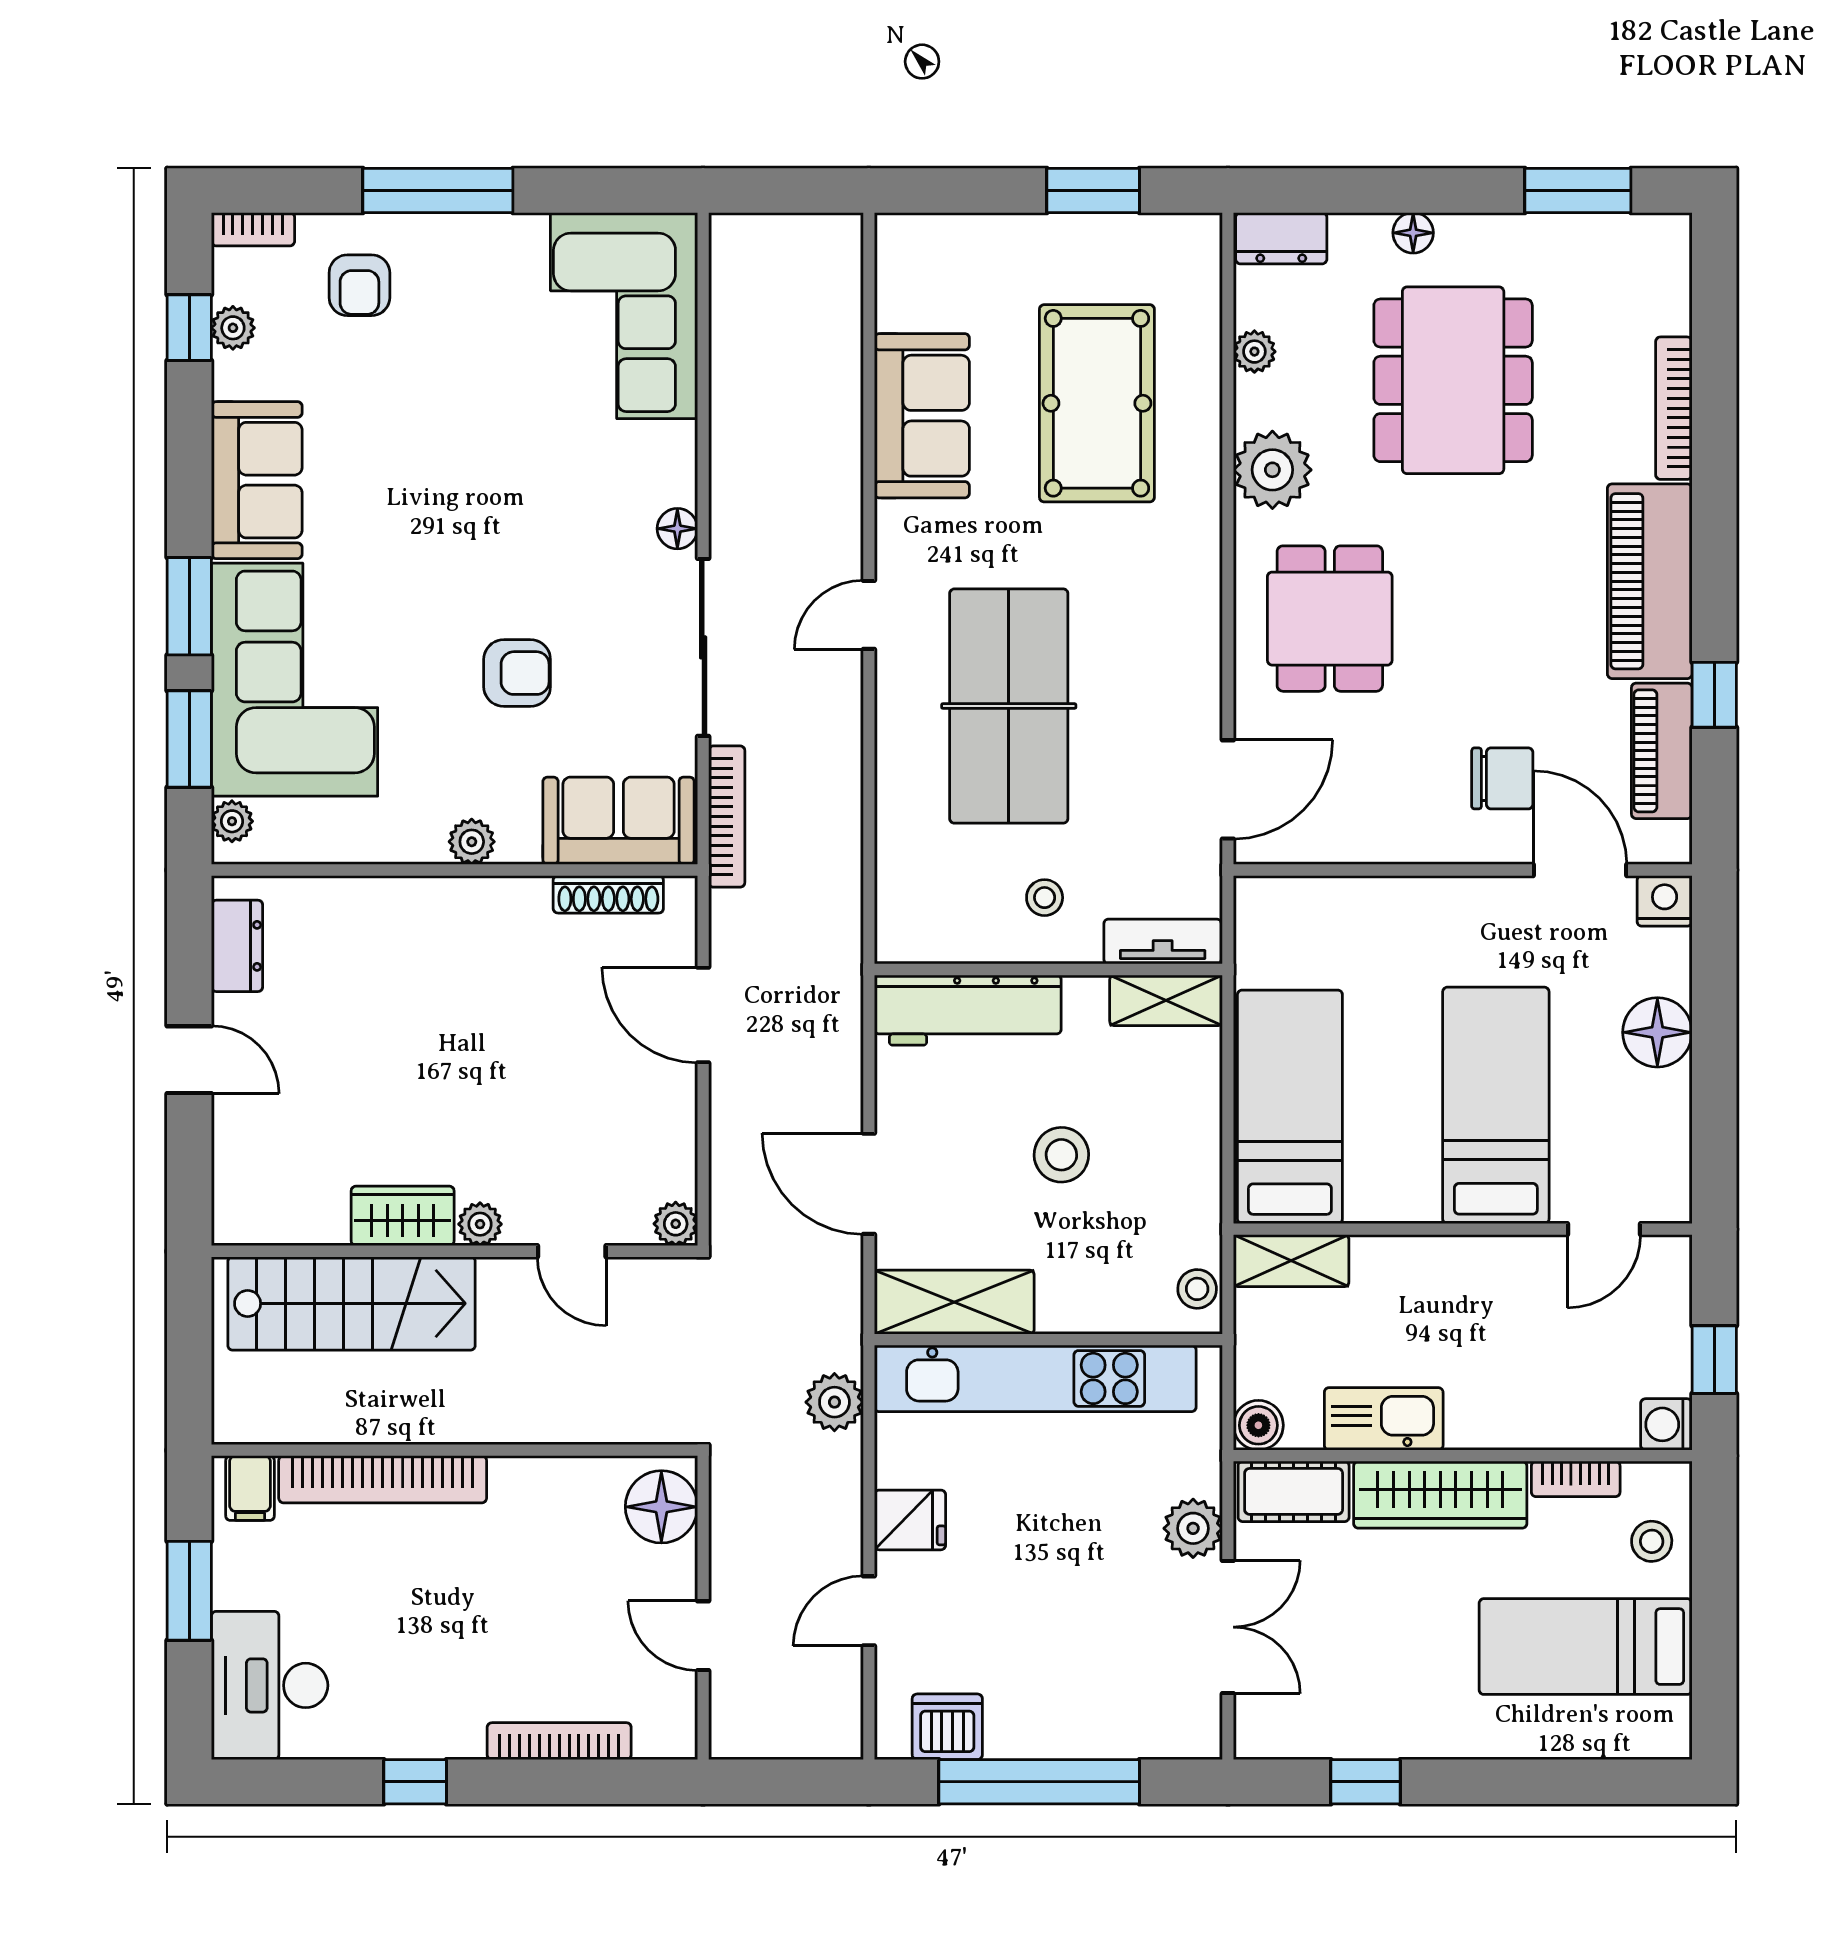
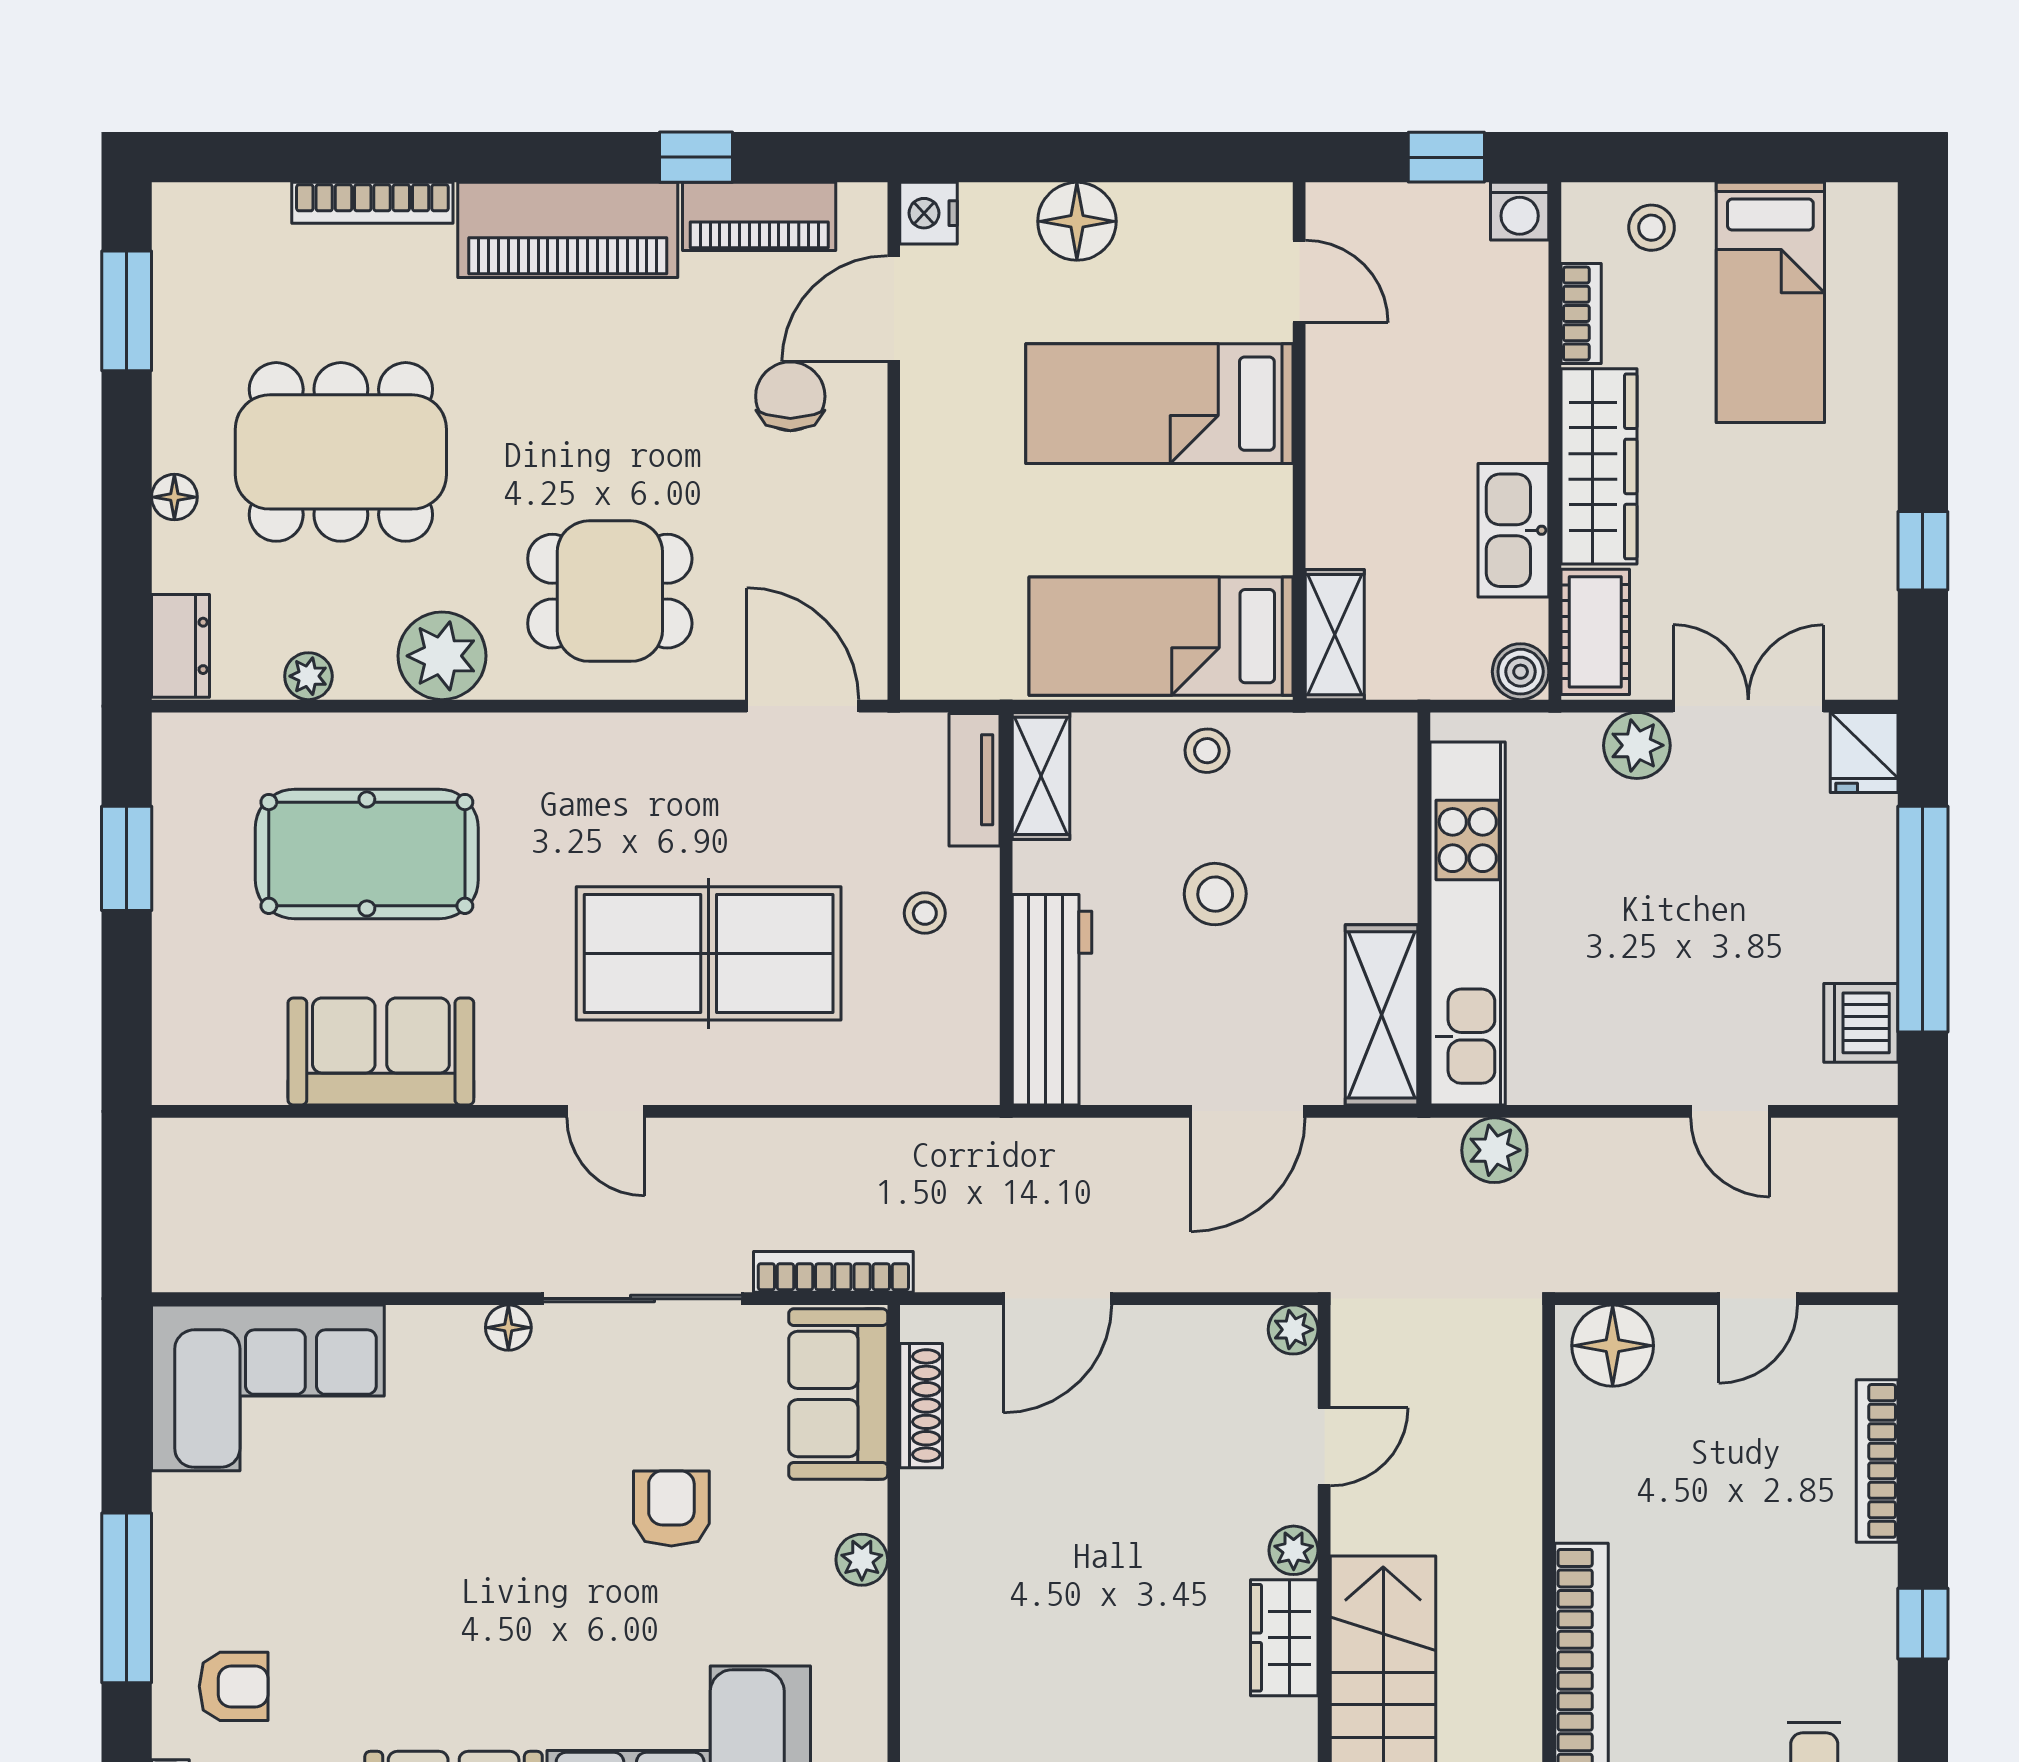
stool: (1197, 1289) -> (1207, 751), moved
fridge: (910, 1520) -> (1864, 752), moved, turned 180

